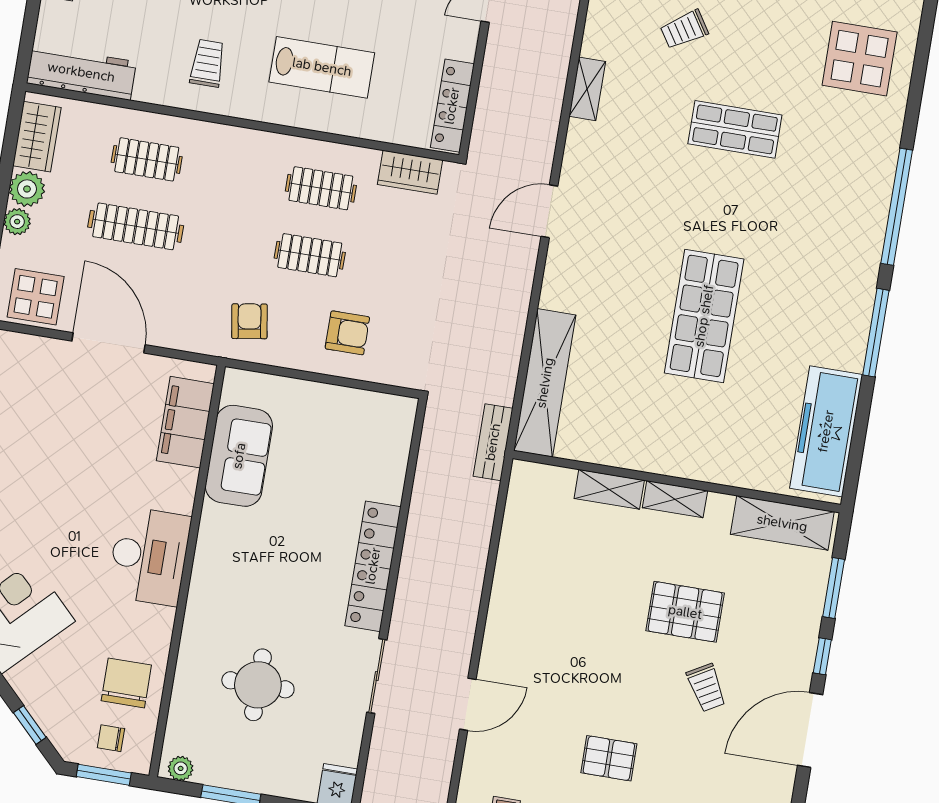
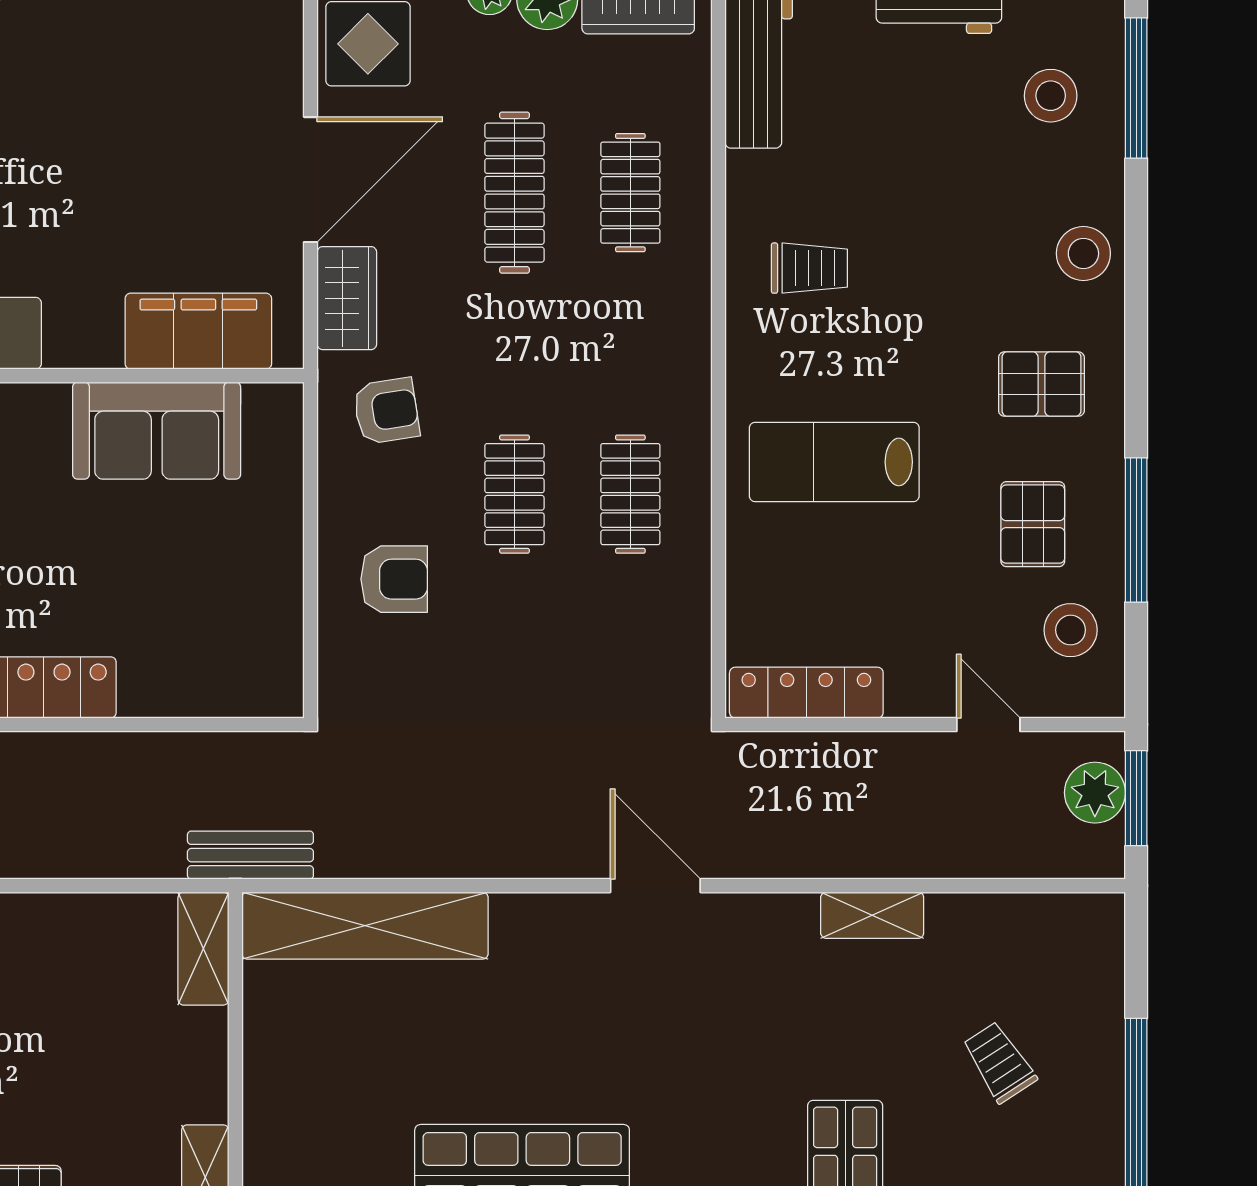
lab bench: (322, 67) -> (834, 462), turned 90
wardrobe: (410, 172) -> (347, 298), moved, turned 180
armchair: (347, 333) -> (394, 579), turned -90
shelving: (609, 489) -> (203, 949), moved

